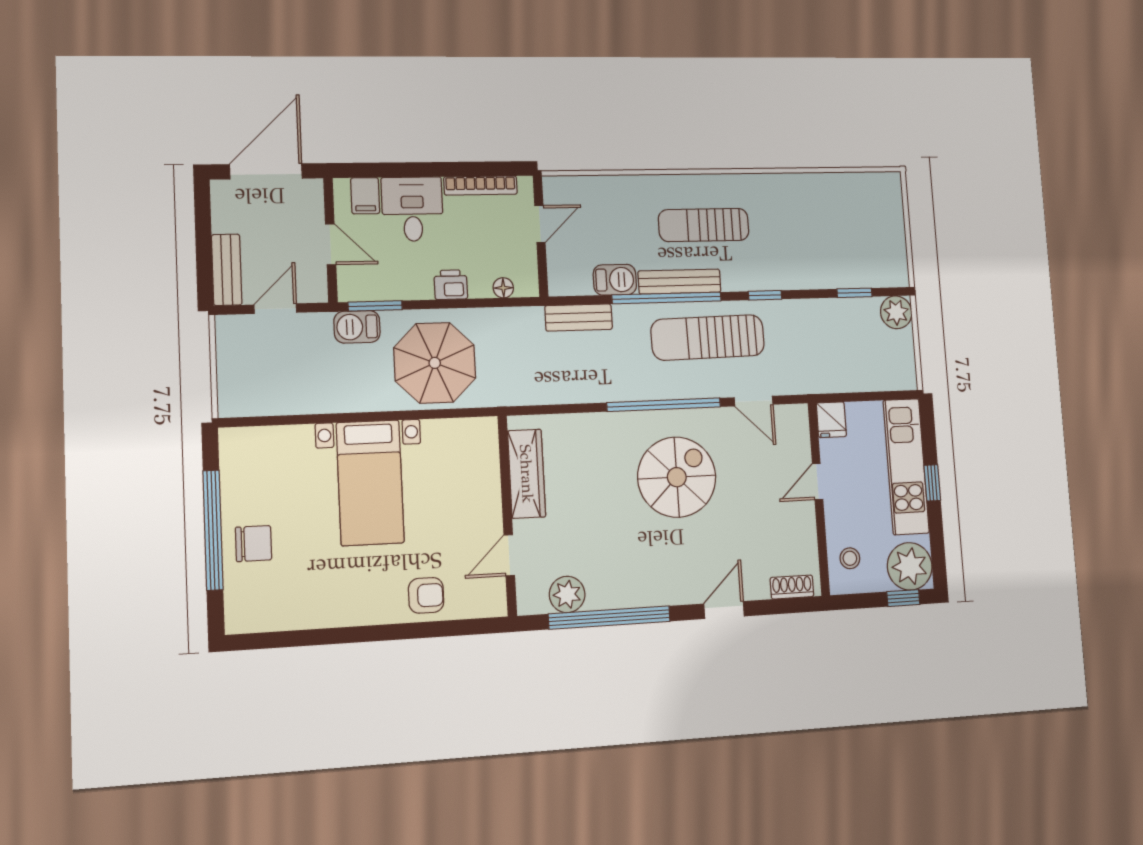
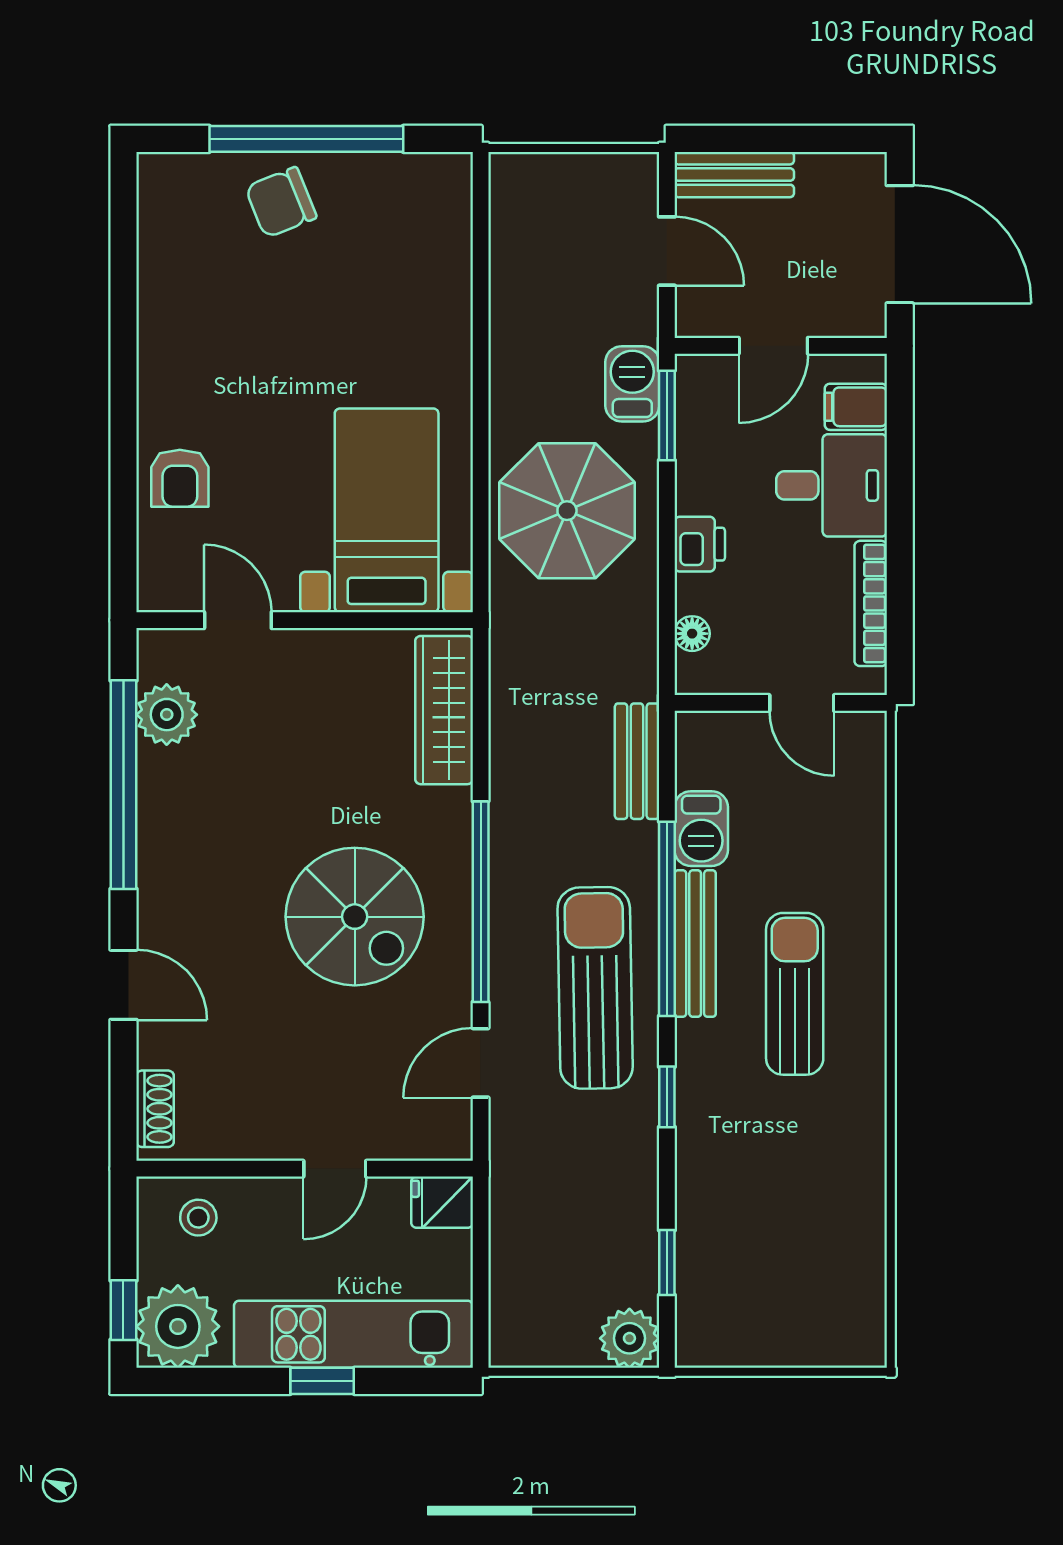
wardrobe: (527, 474) -> (444, 710), moved, turned 90
door: (818, 482) -> (335, 1169), swing flipped
bed with nightstands: (370, 483) -> (387, 510), moved, turned 90
chair: (254, 544) -> (281, 202), turned 68

